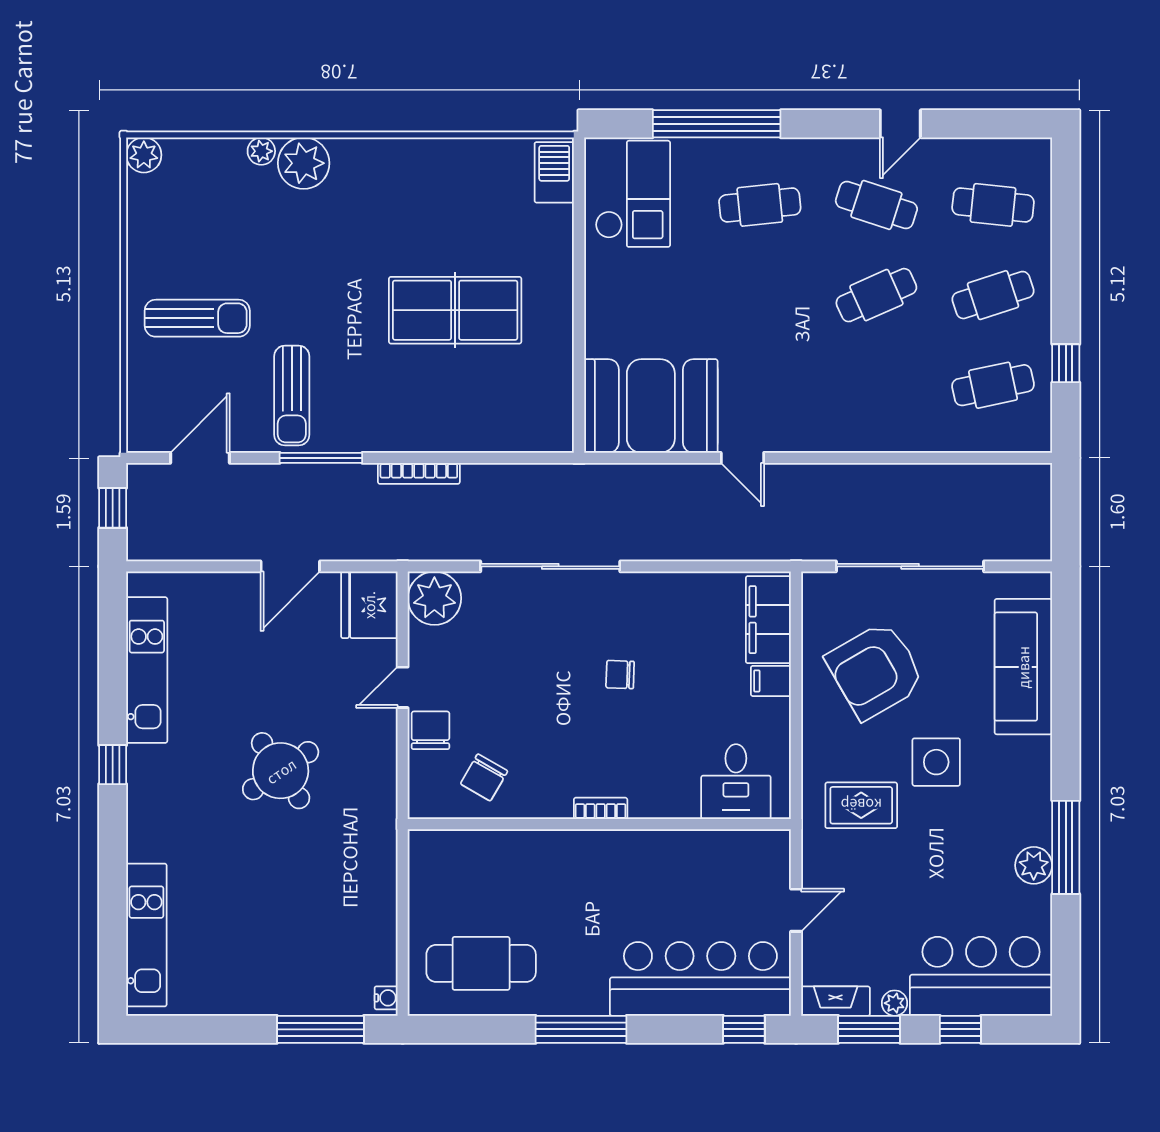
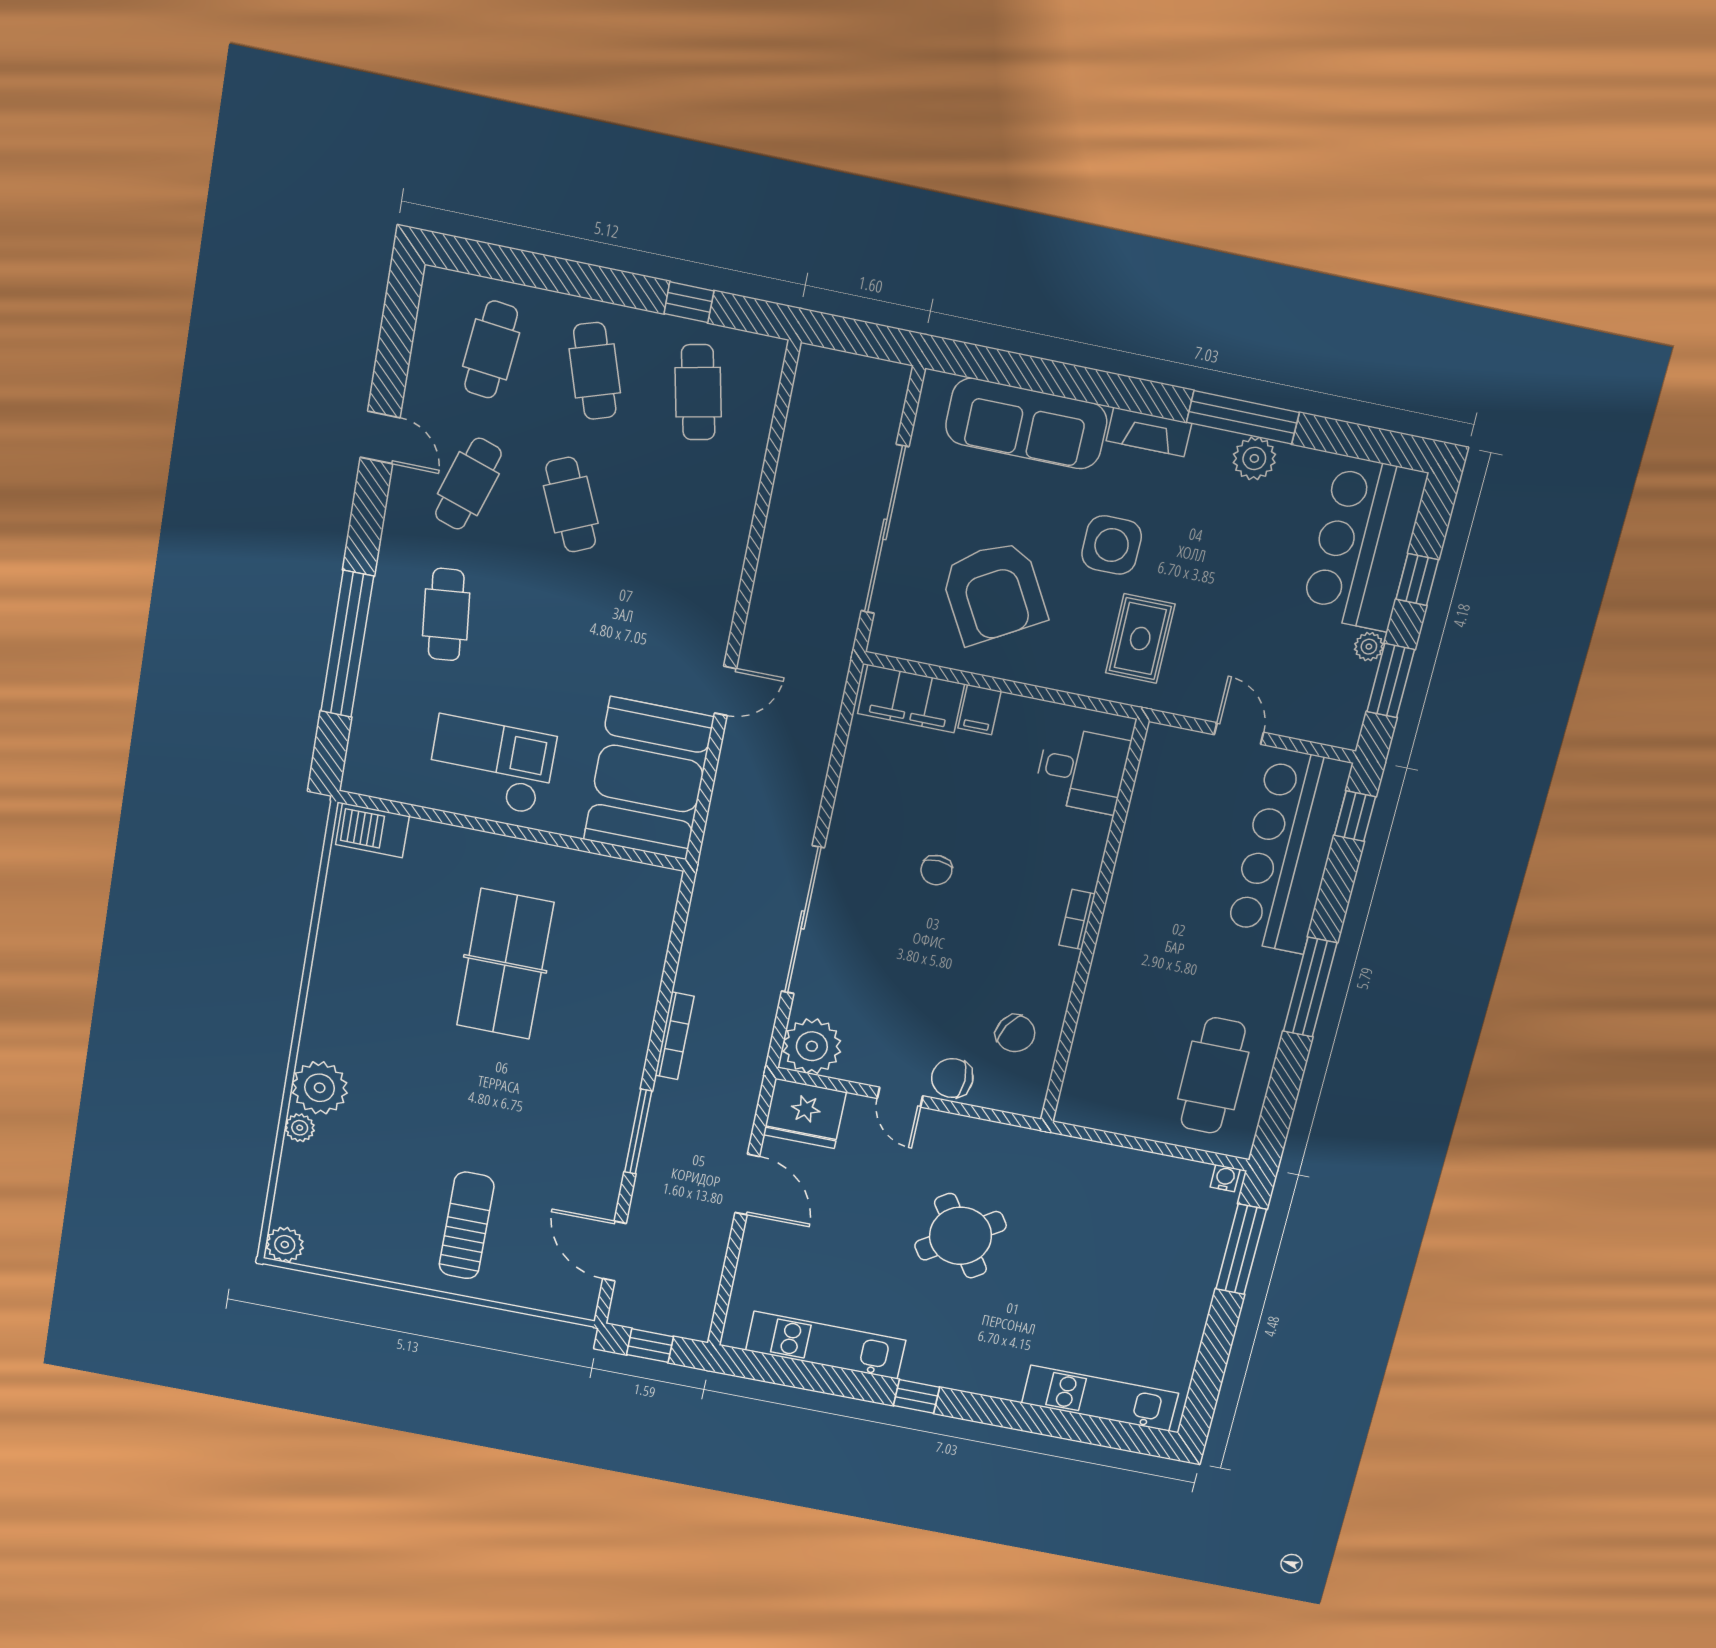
checkout: (633, 194) -> (491, 765), moved
sun lounger: (292, 396) -> (566, 1148), removed
fireplace: (836, 1001) -> (1149, 432), moved, turned -90

